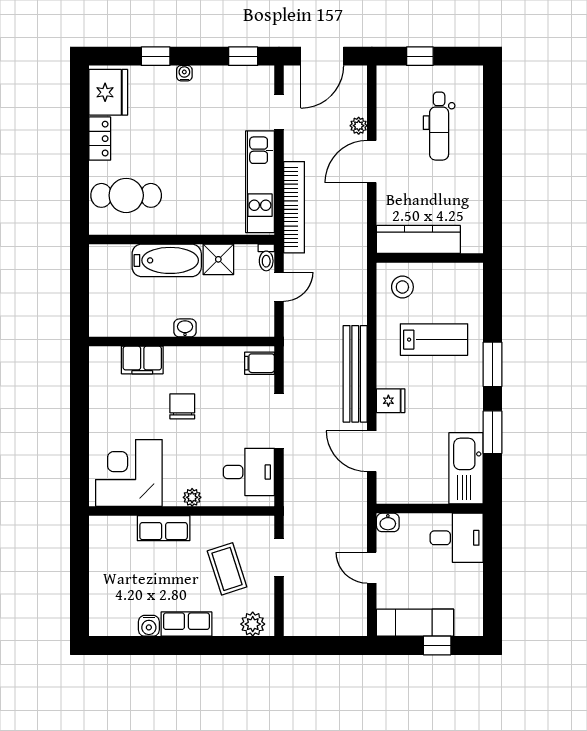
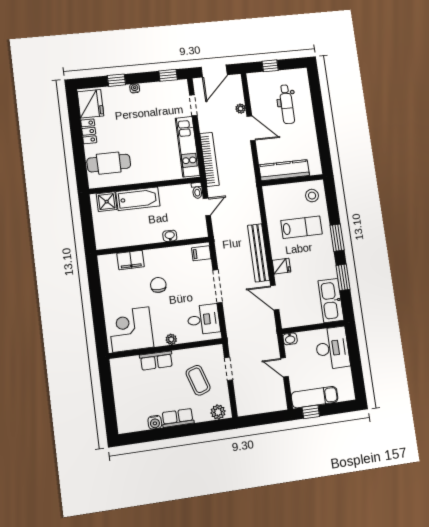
door: (372, 161) -> (251, 128), swing flipped
shower: (218, 259) -> (107, 202), moved
stool: (402, 287) -> (312, 196), moved
washbasin: (185, 328) -> (170, 236), moved
desk: (457, 538) -> (332, 348), width x1.37
window: (437, 645) -> (311, 412), moved

